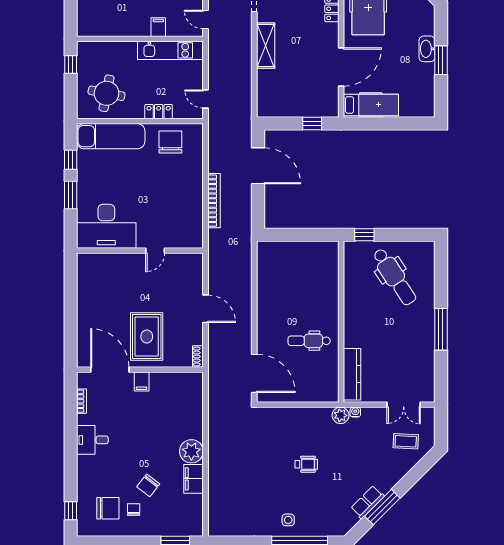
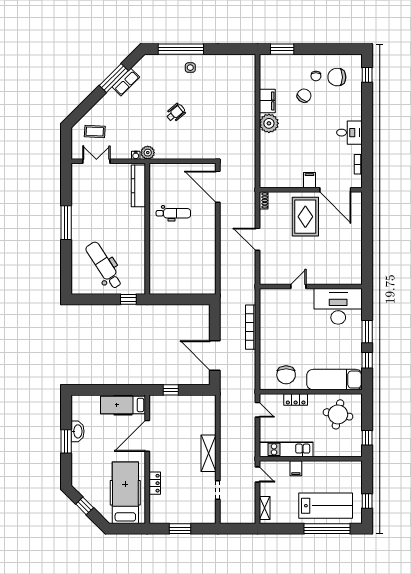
washbasin: (427, 49) -> (77, 431), moved
wheelchair: (306, 464) -> (176, 113), turned 140

